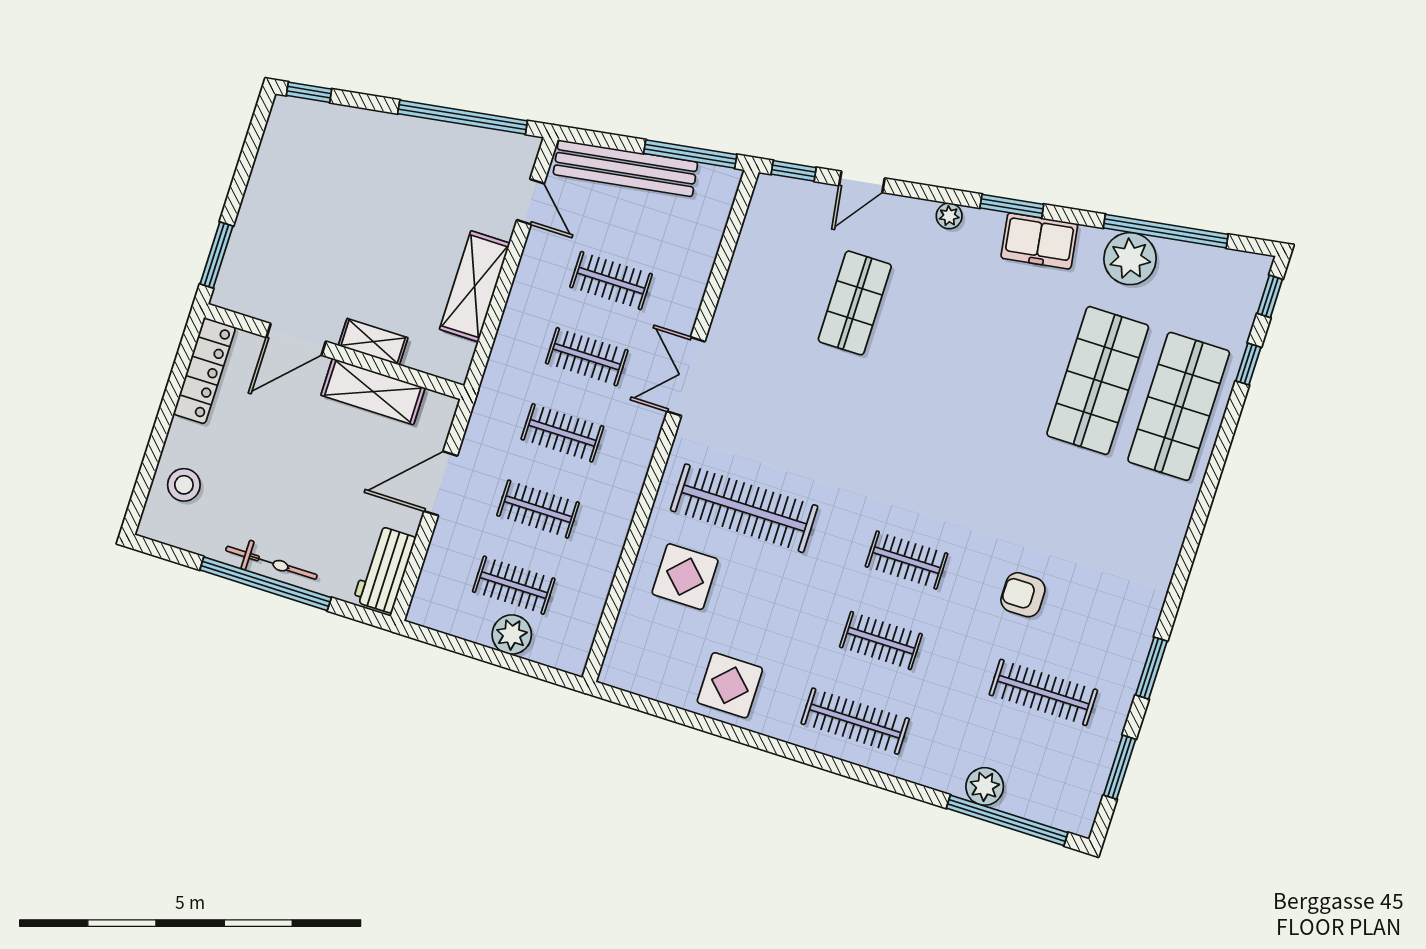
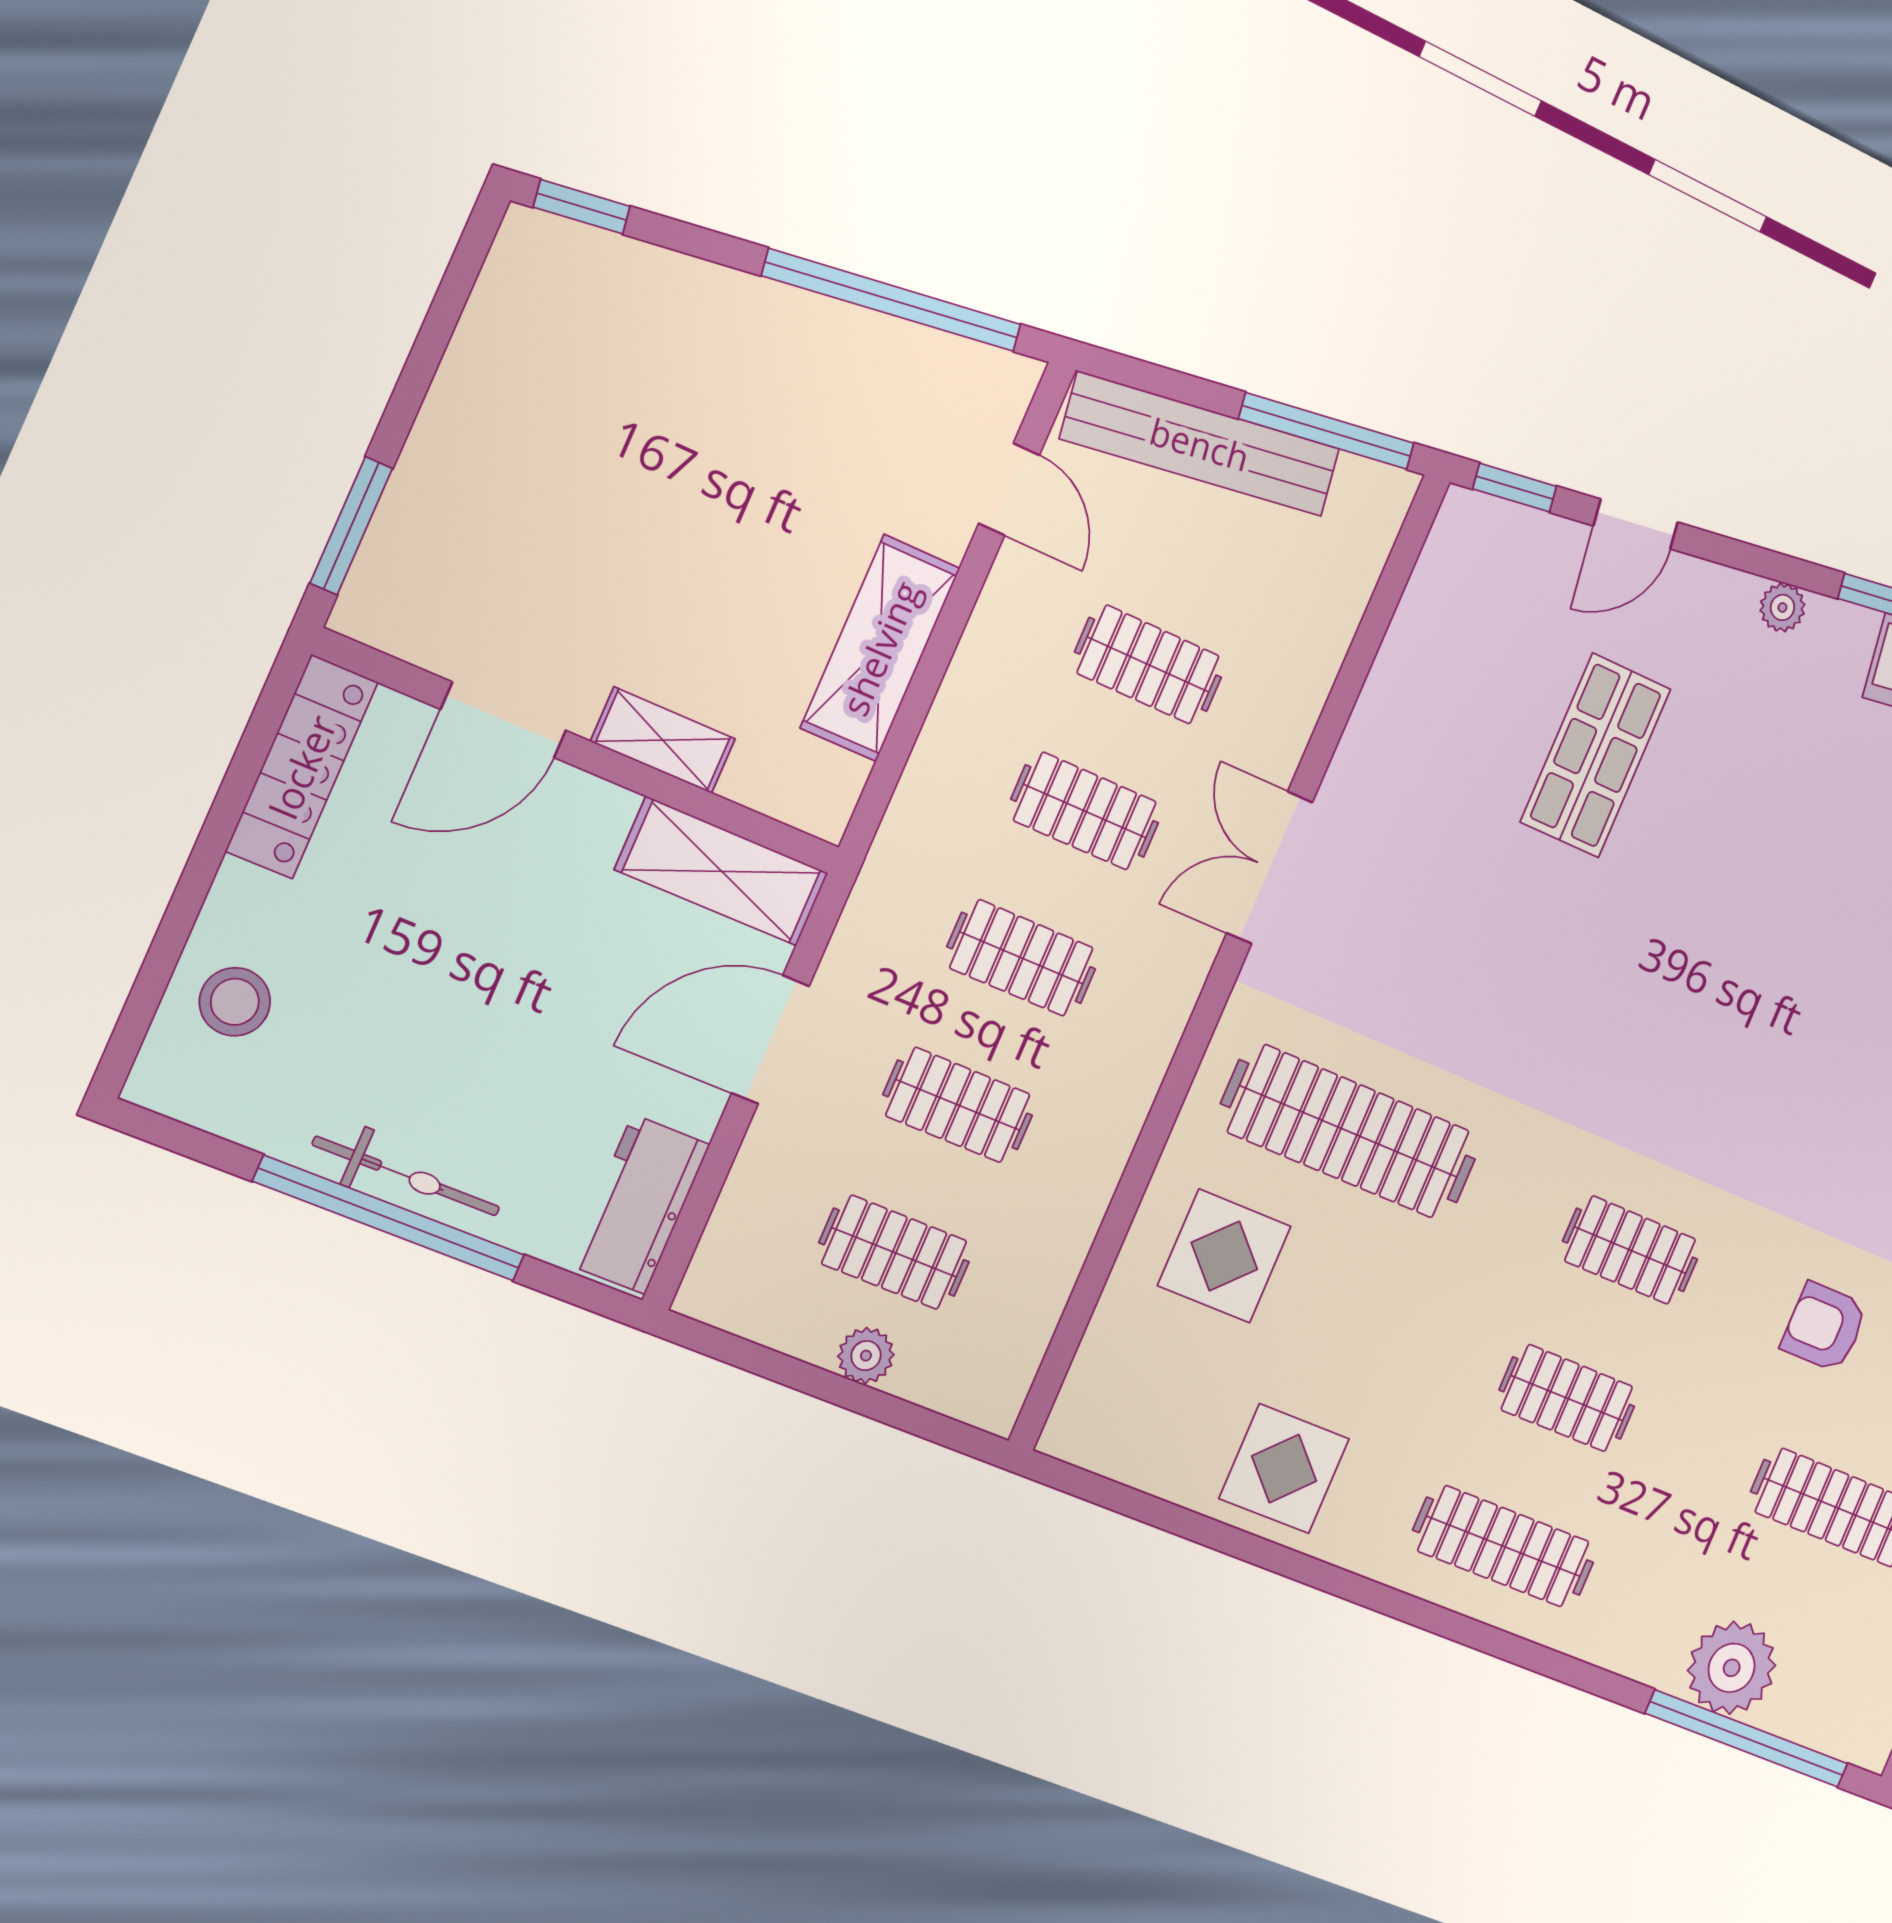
shelving: (373, 392) -> (722, 871), moved
plant: (512, 635) -> (866, 1356), width x0.73, depth x0.73
plant: (985, 786) -> (1732, 1668), width x1.36, depth x1.36

